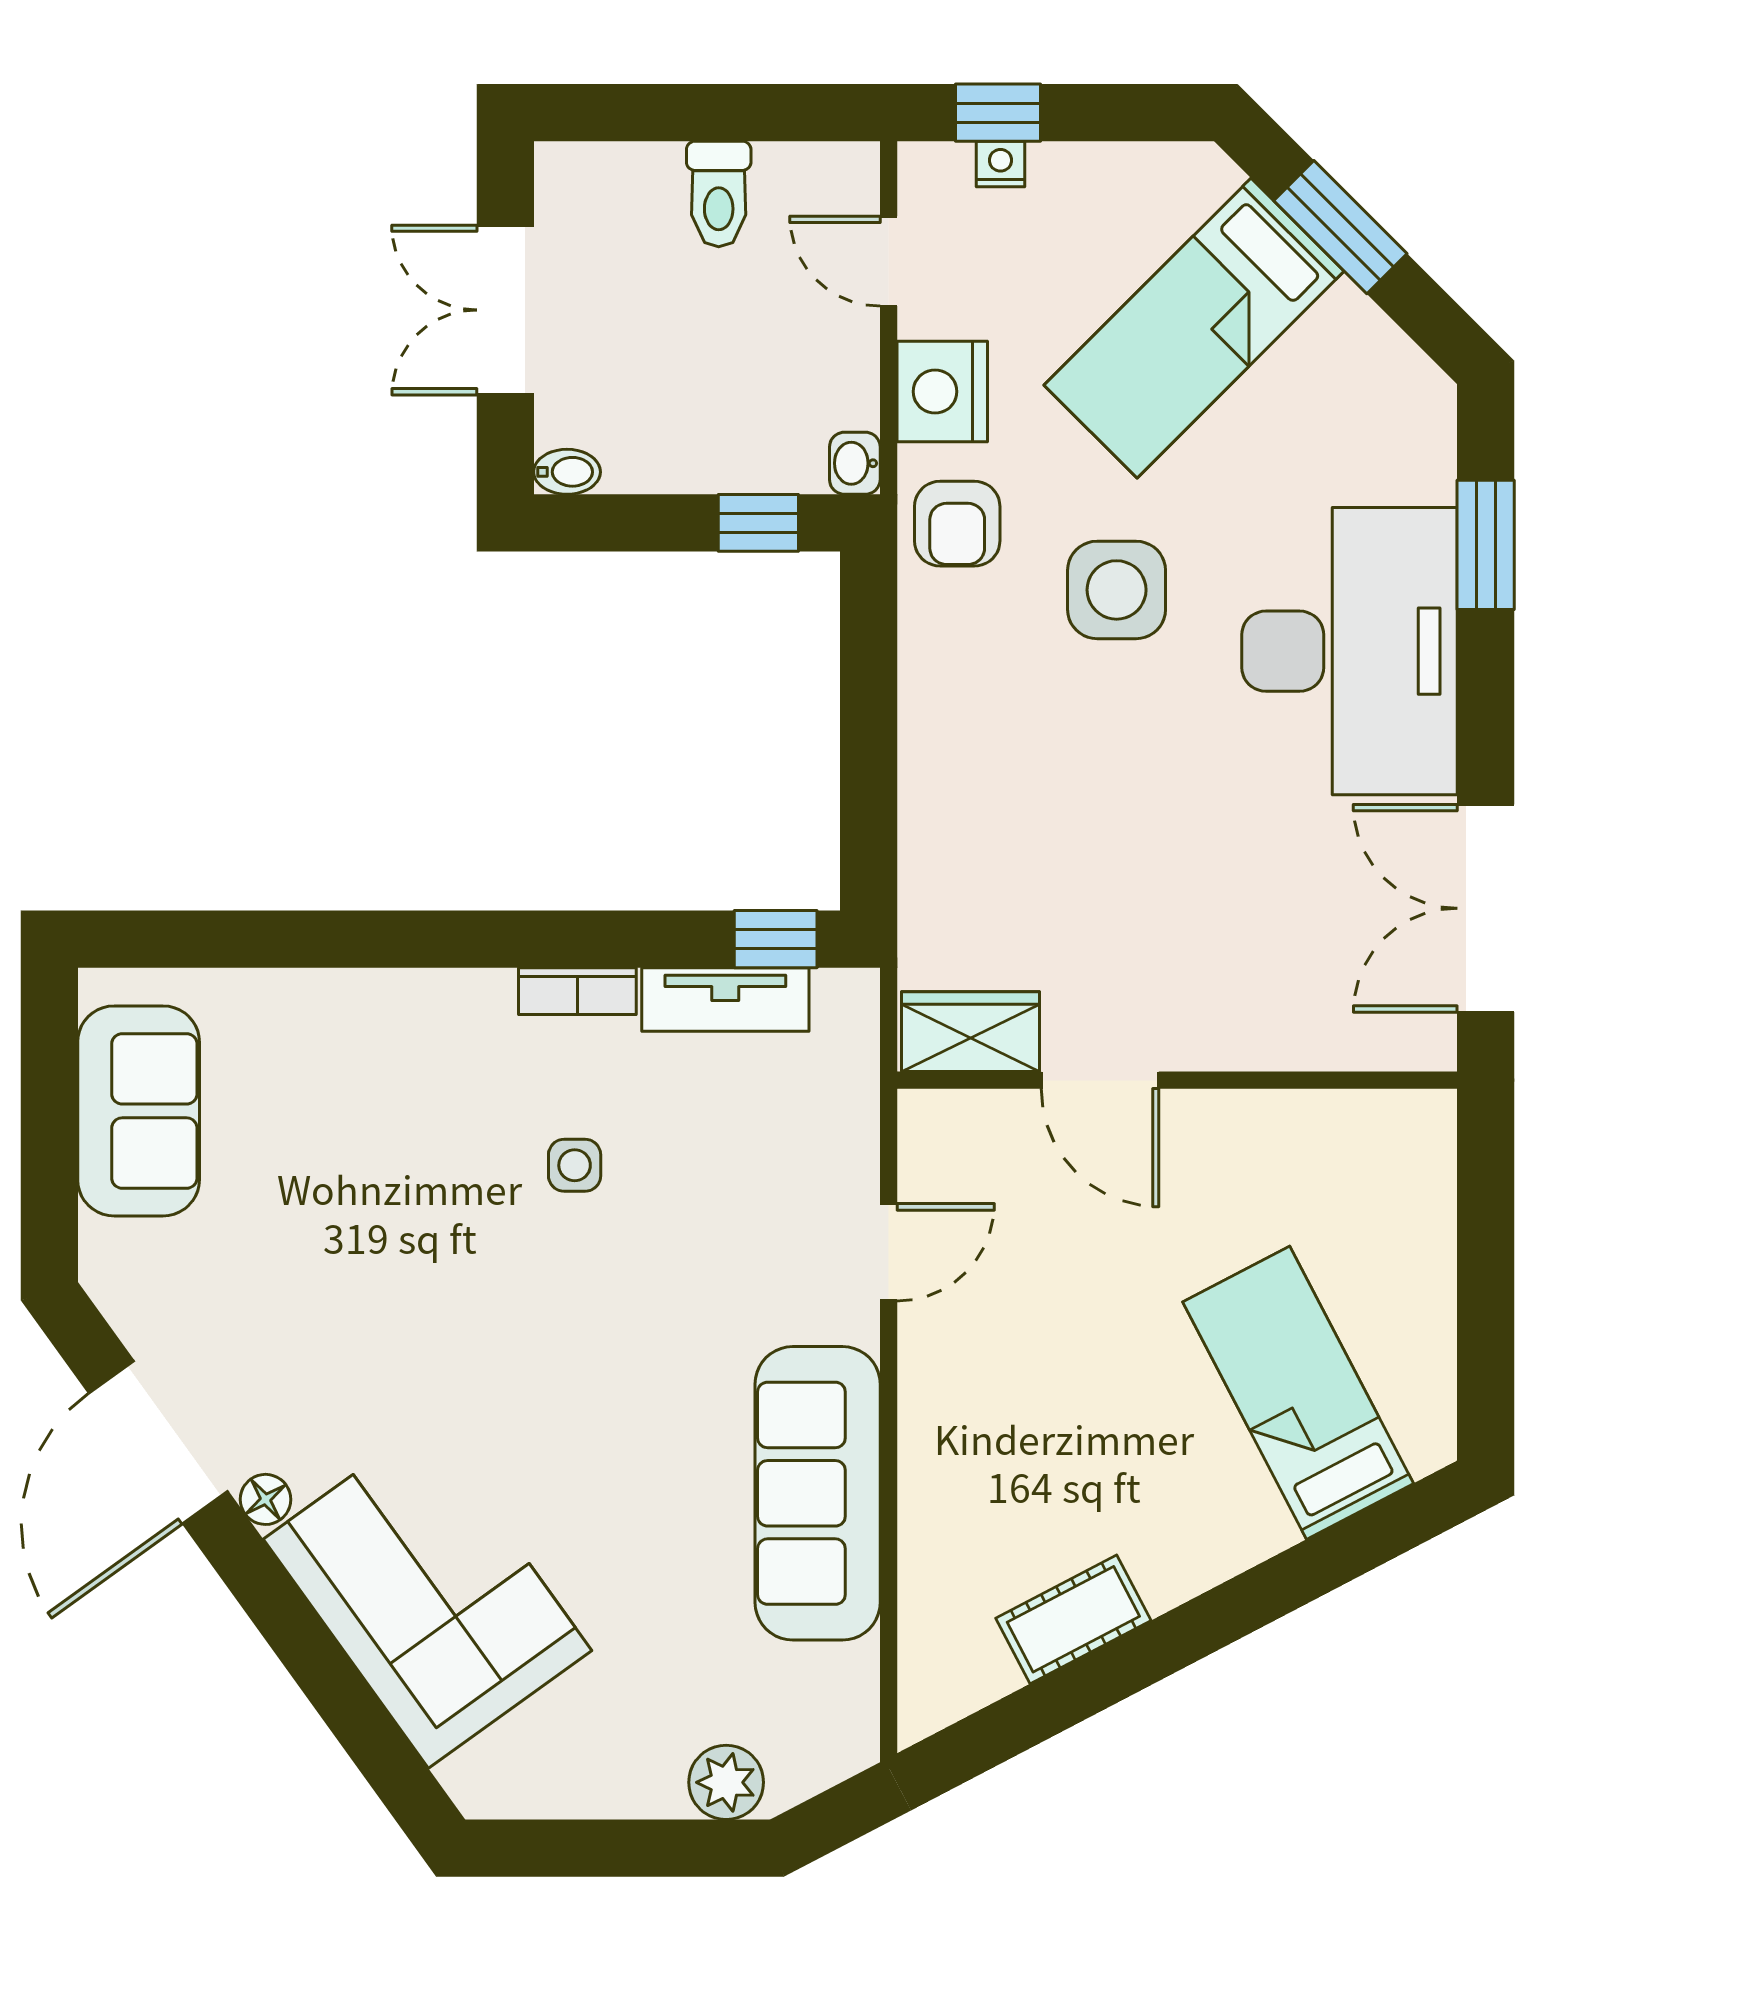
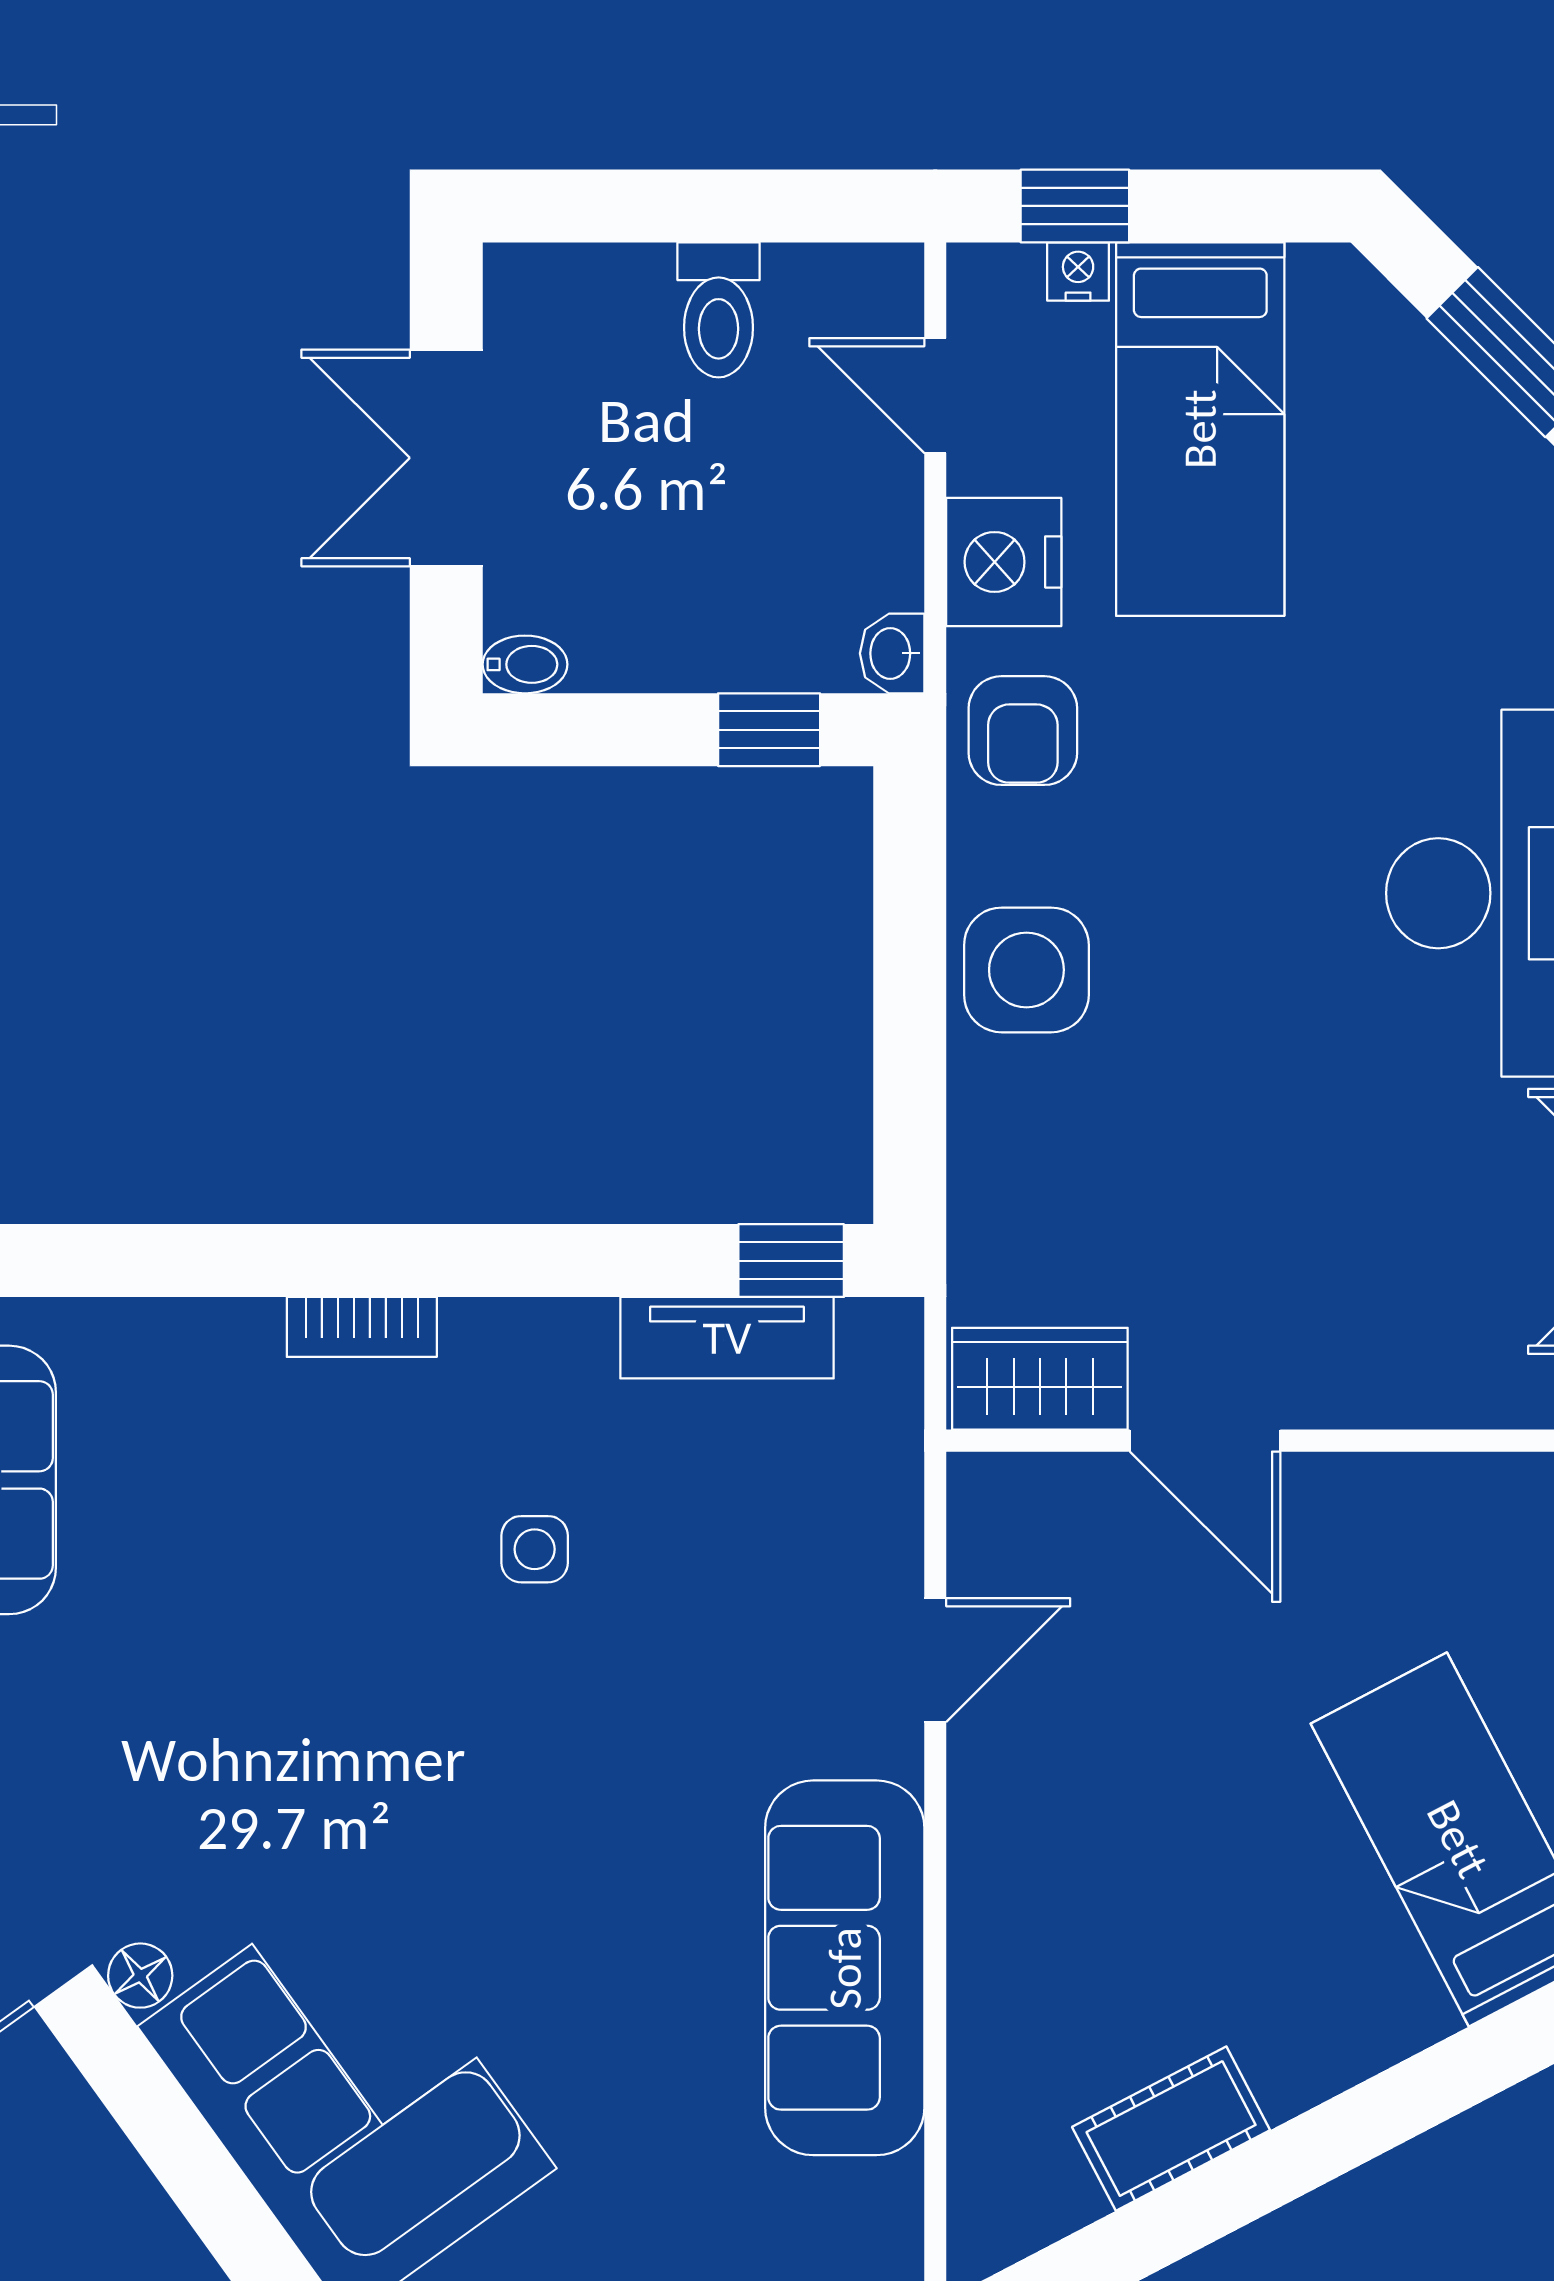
bed: (1194, 328) -> (1200, 429), moved, turned -45
side table: (1117, 590) -> (1026, 970), moved
bookcase: (577, 991) -> (362, 1327), moved

